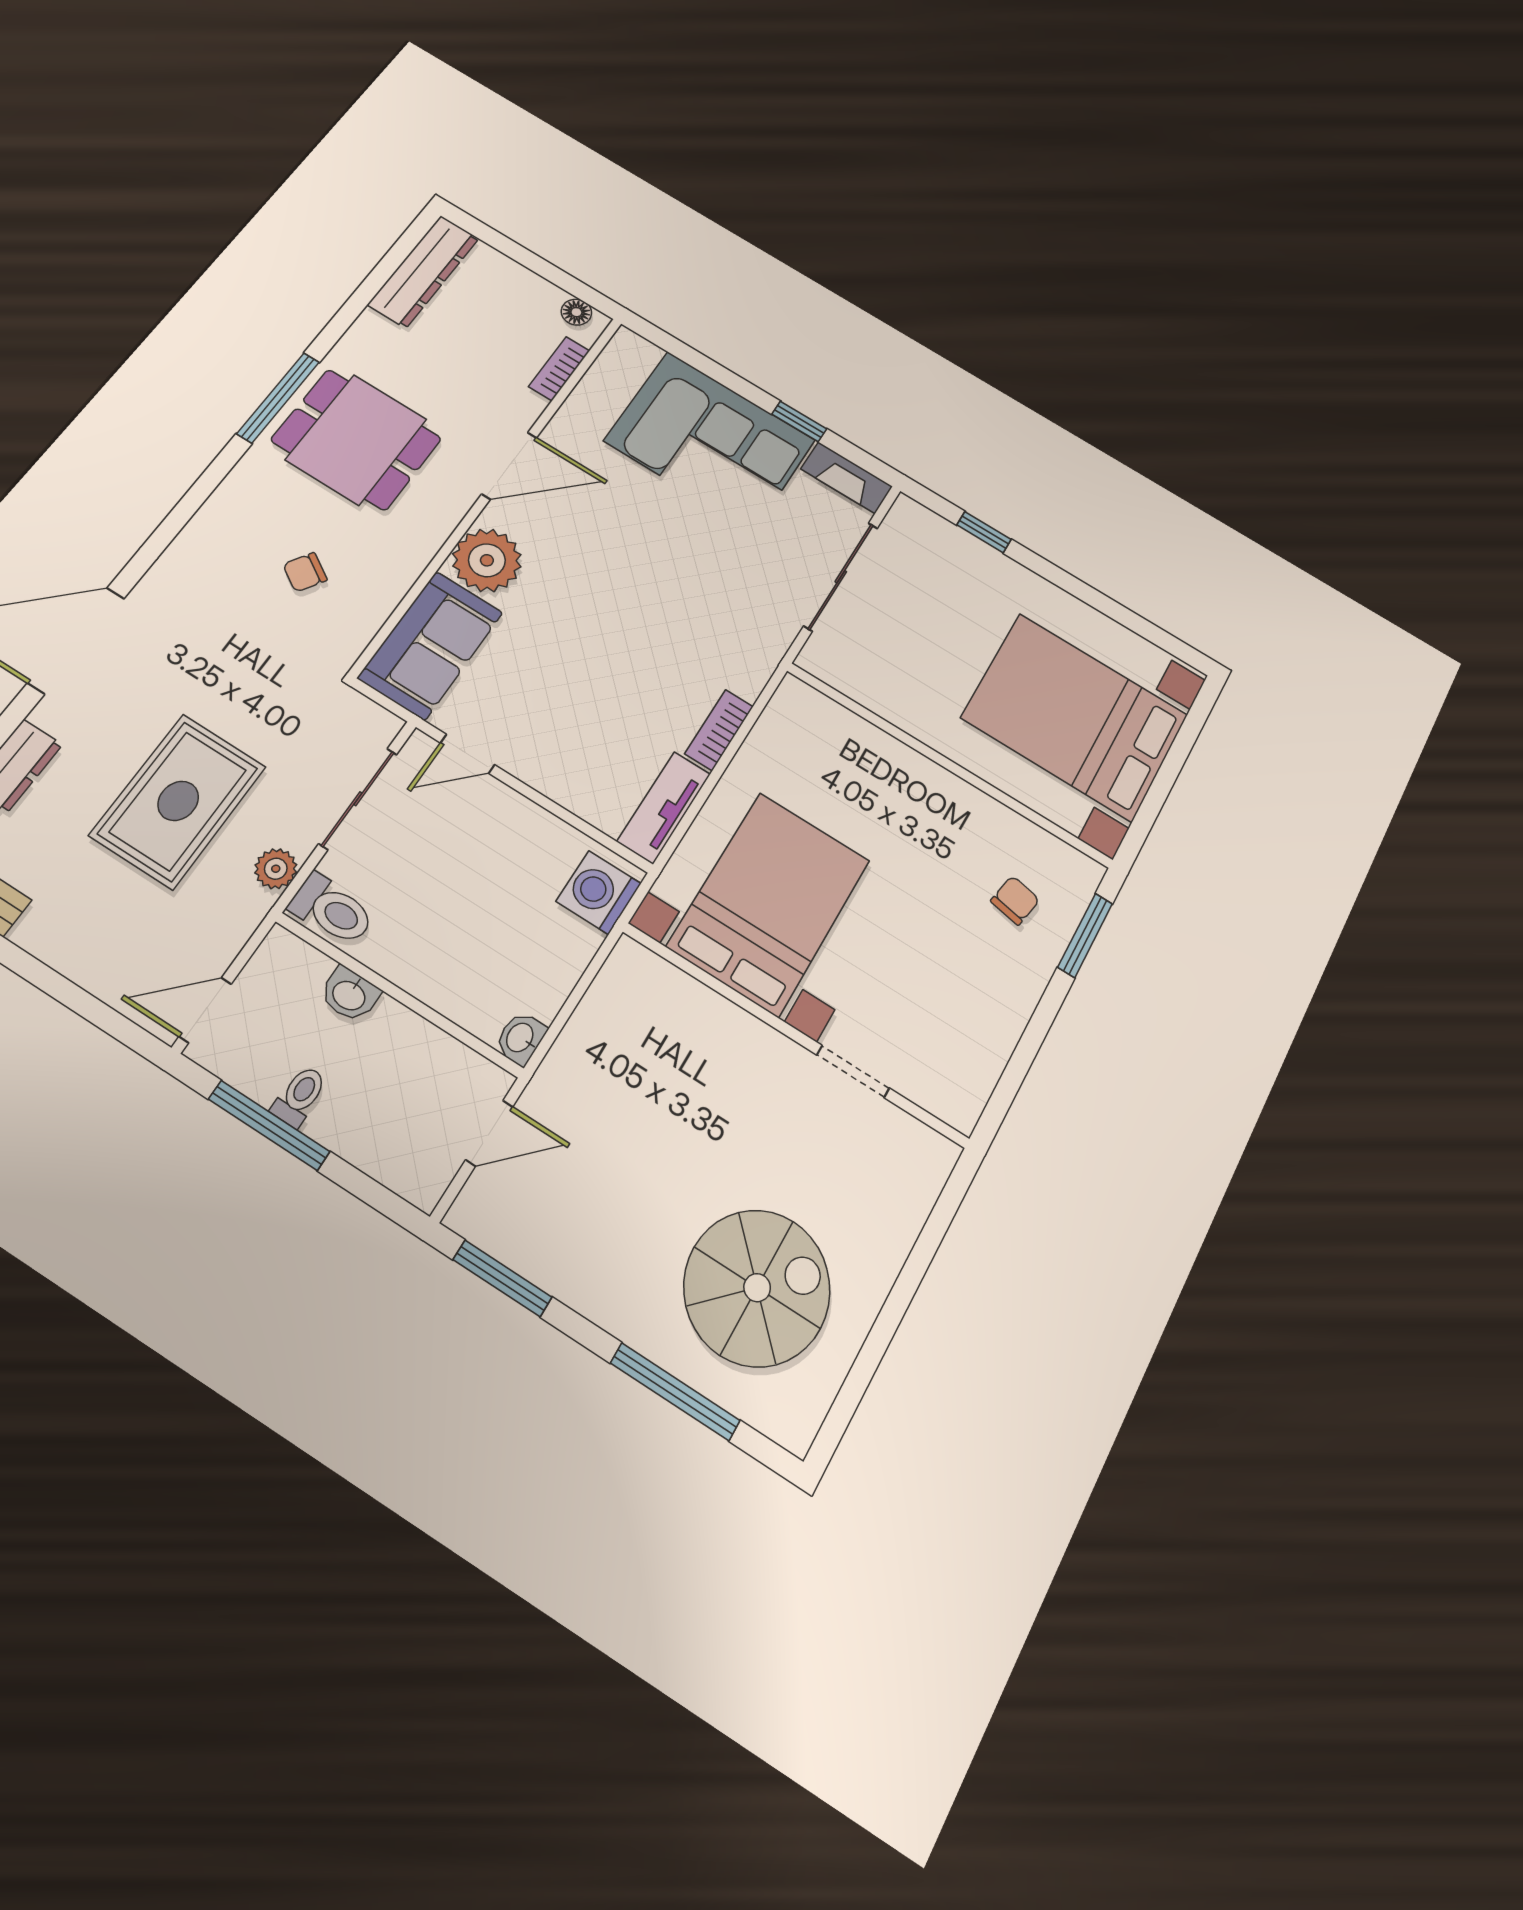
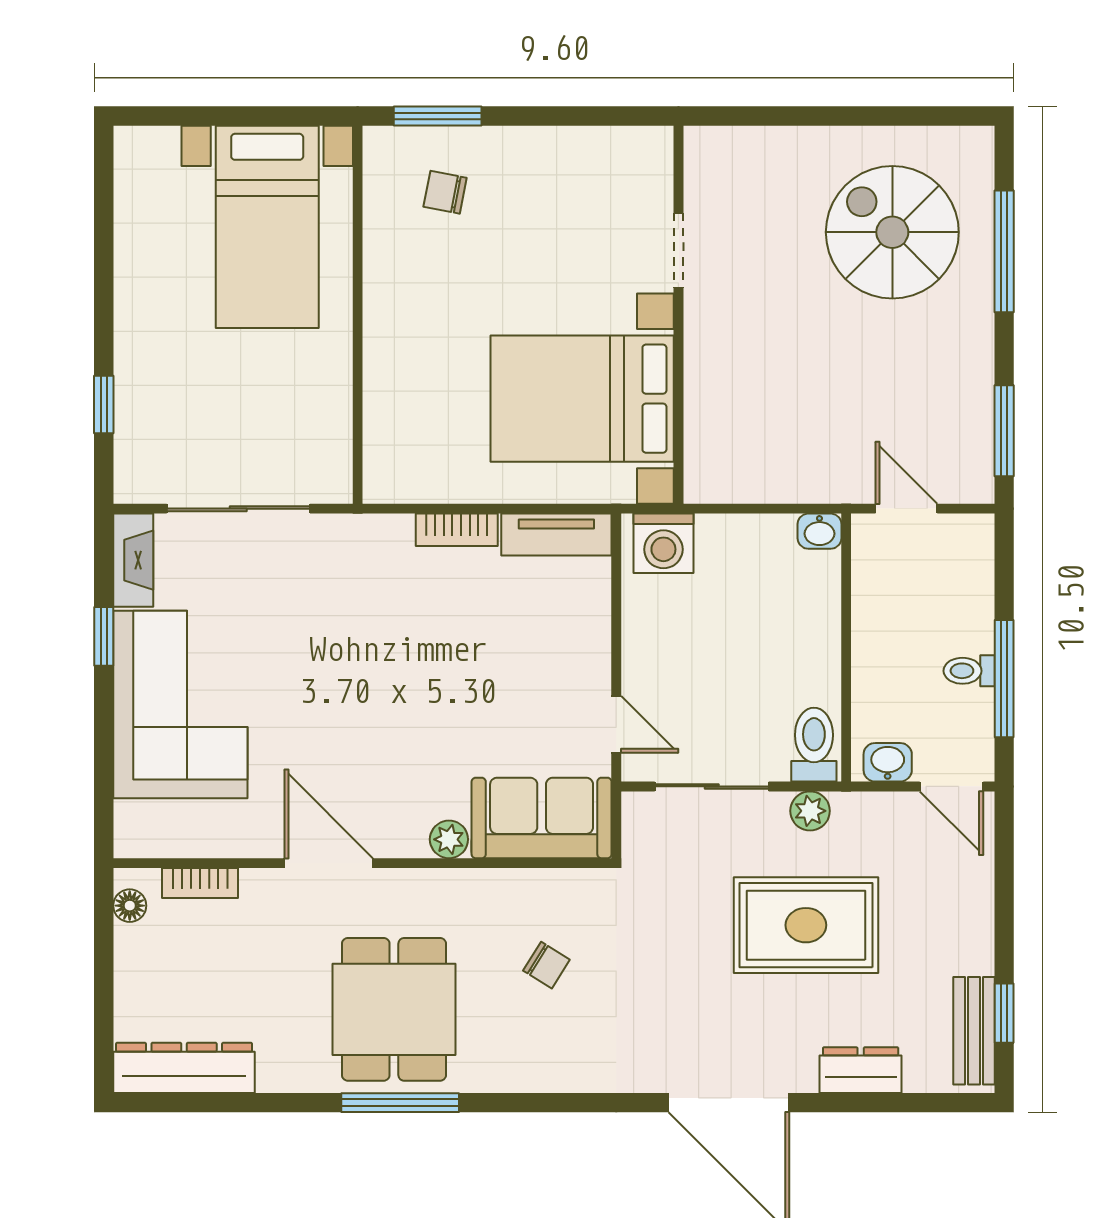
plant: (487, 560) -> (449, 839), width x0.53, depth x0.53
bed with nightstands: (1075, 716) -> (267, 227), width x0.73
washbasin: (350, 995) -> (888, 762), moved, turned -90

